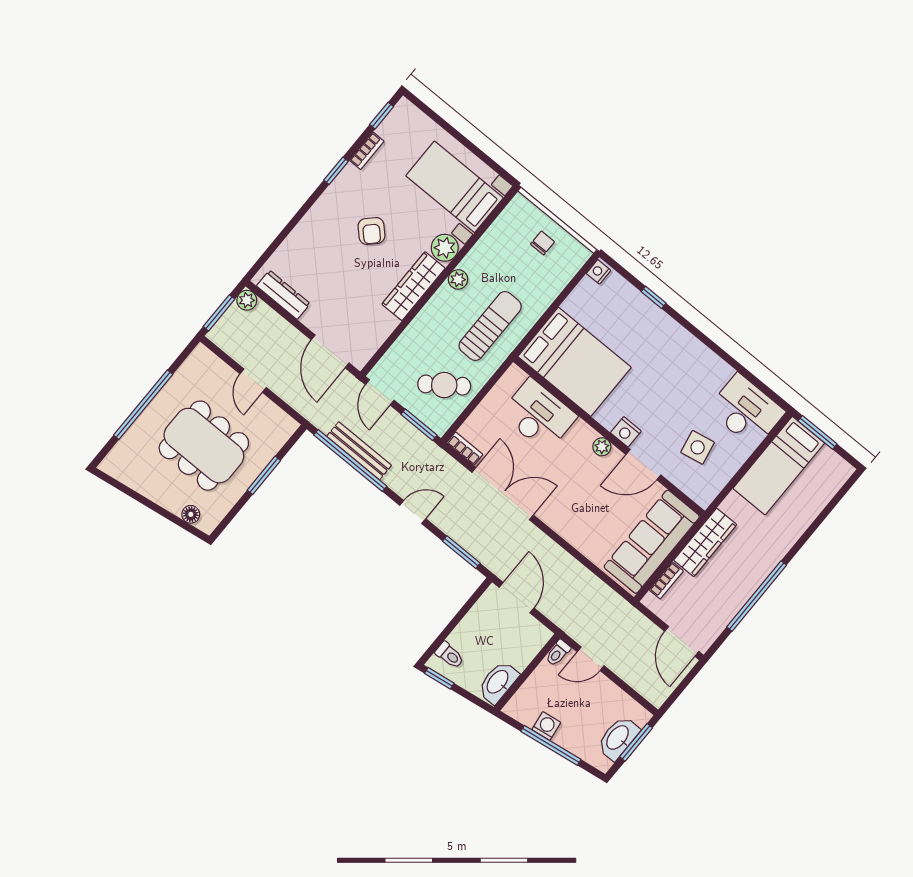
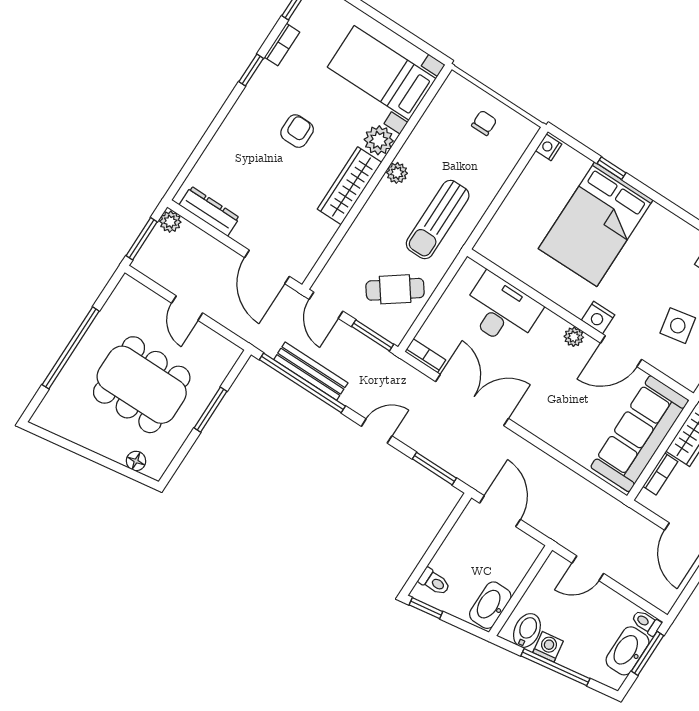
armchair: (371, 231) -> (297, 131), turned -135
sun lounger: (490, 326) -> (438, 220), turned 180
bed: (575, 362) -> (596, 224), moved, turned 90
toilet: (558, 653) -> (646, 623), moved, turned 90
bidet: (529, 709) -> (527, 630), added

